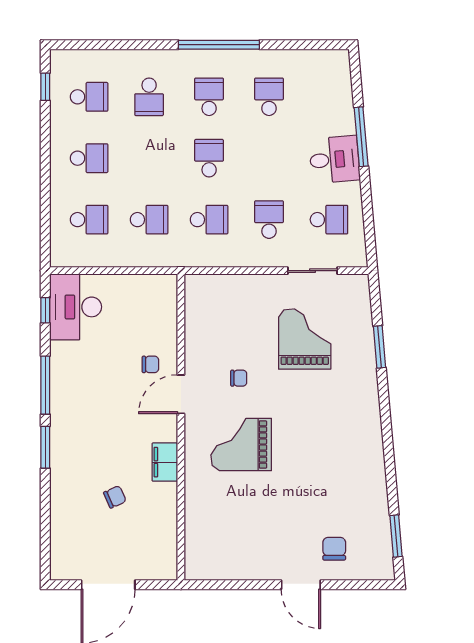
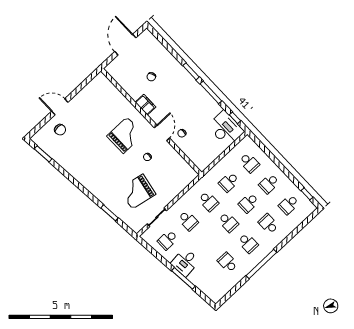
school desk: (269, 97) -> (228, 262), turned 180
school desk: (149, 158) -> (249, 203), added
school desk: (89, 220) -> (249, 163), turned -90
school desk: (209, 220) -> (208, 201), turned -90
grand piano: (305, 339) -> (138, 192), turned 101

